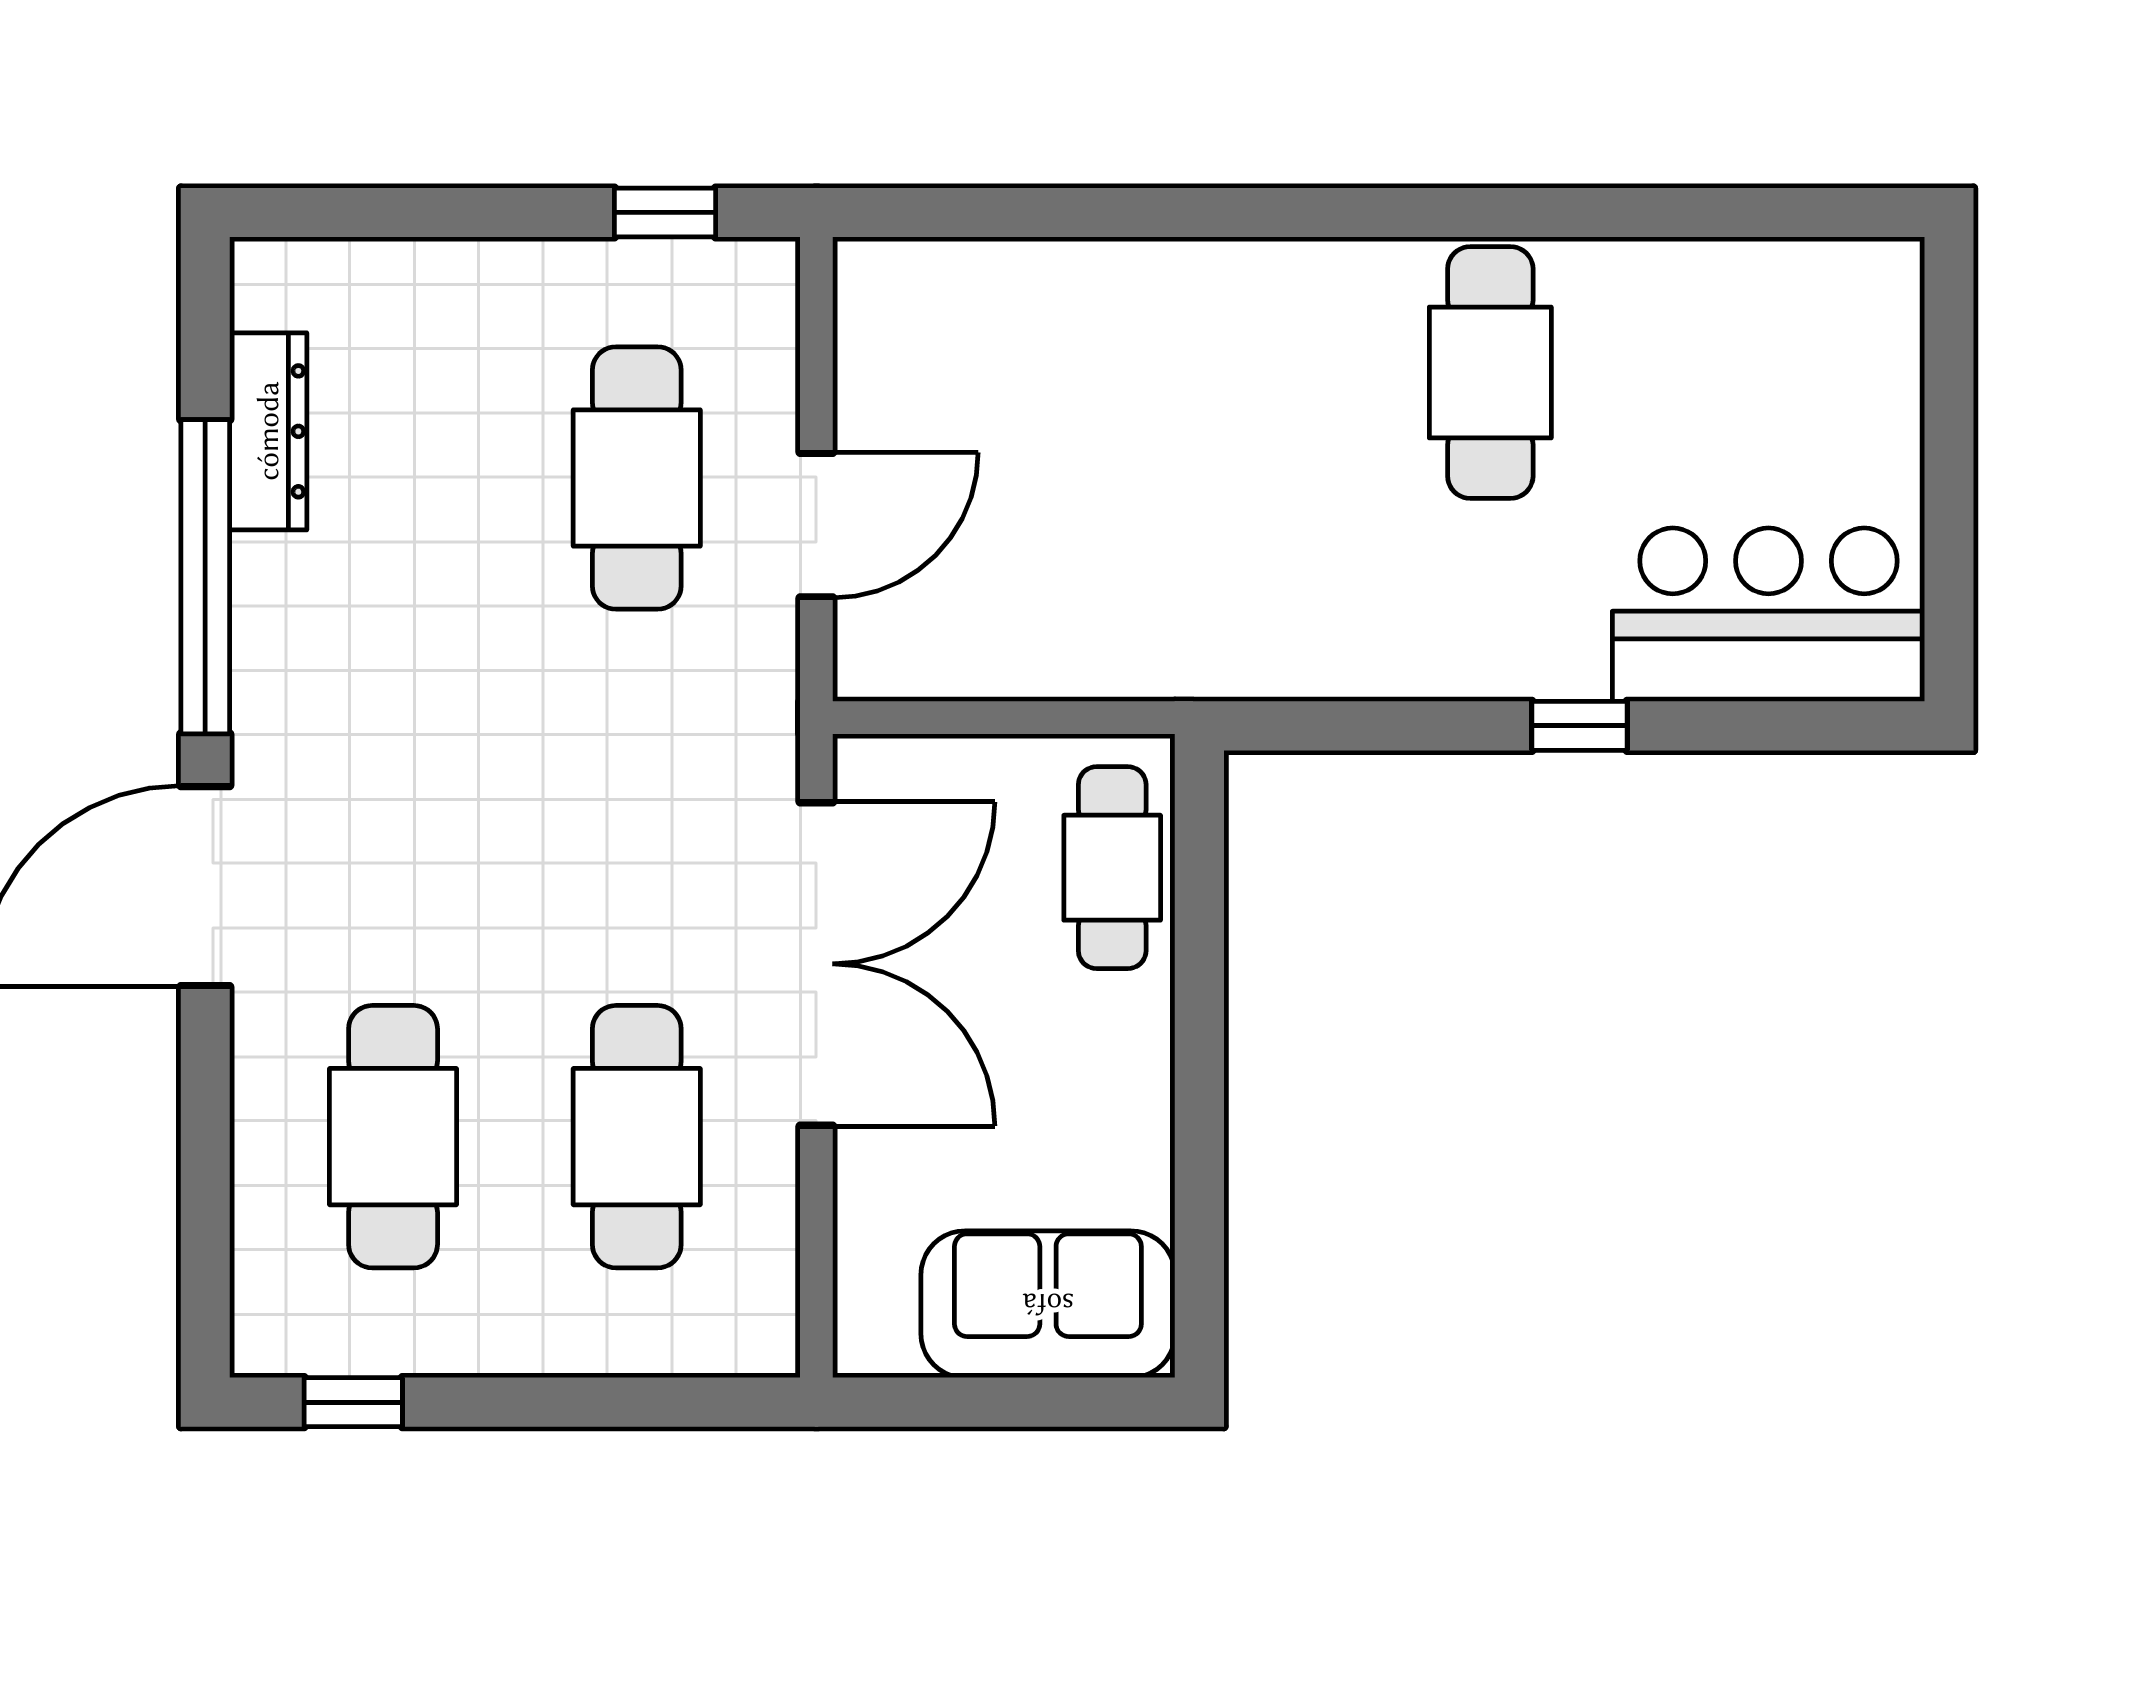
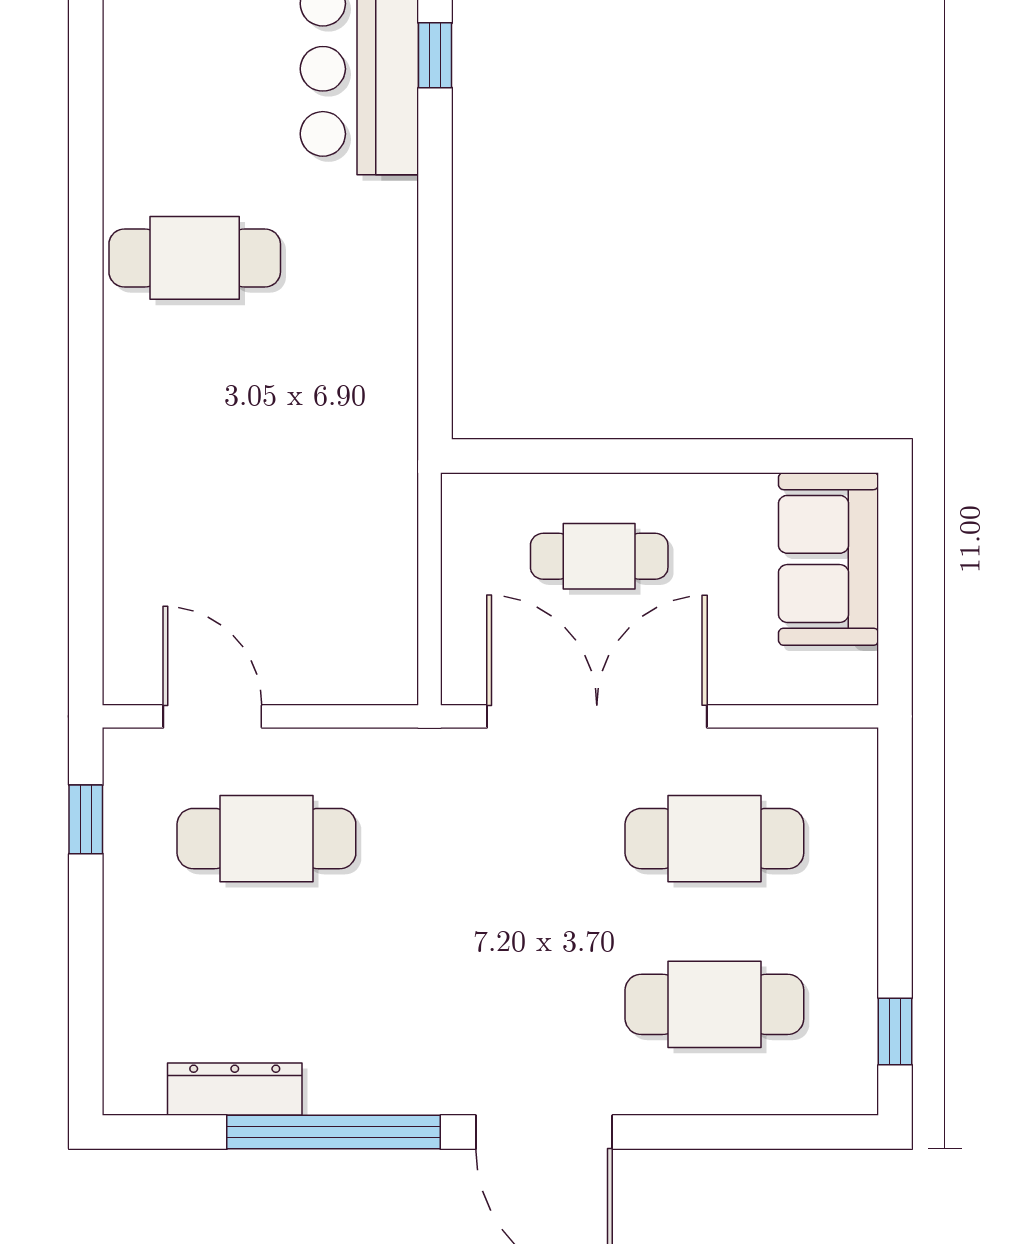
door: (816, 525) -> (212, 716), moved
window: (1580, 726) -> (435, 55), moved
cafe table: (1112, 868) -> (599, 556), moved

